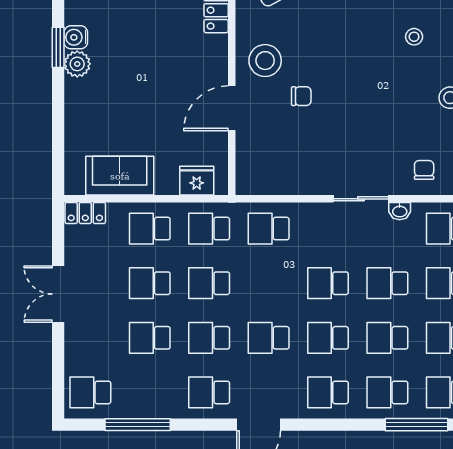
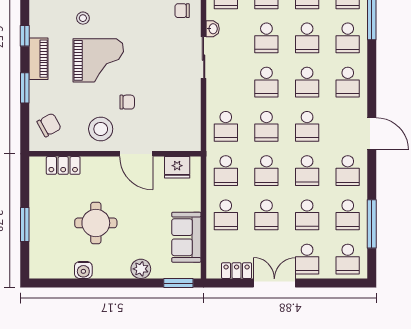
window: (58, 47) -> (178, 283), moved
round table: (139, 54) -> (96, 223), added
grand piano: (357, 57) -> (98, 60), added
plant: (77, 64) -> (141, 269), moved
chair: (301, 96) -> (127, 102), turned 90
fridge: (197, 181) -> (177, 167), moved, turned -90
locker: (85, 213) -> (237, 271), moved, turned -90
school desk: (269, 283) -> (266, 126), added
double door: (58, 294) -> (274, 283), swing flipped
school desk: (90, 338) -> (307, 259), added
school desk: (150, 392) -> (348, 215), added

